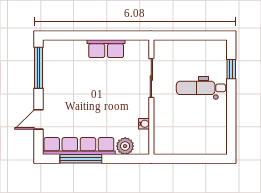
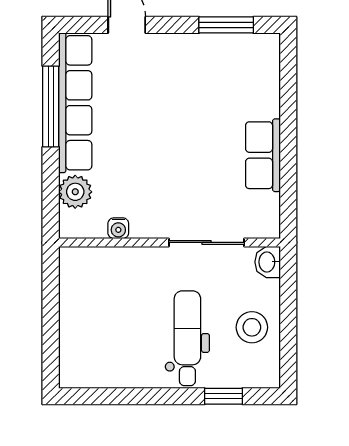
washbasin: (161, 46) -> (268, 262), added
stool: (195, 54) -> (252, 327), added
window: (38, 68) -> (226, 25), width x0.69

